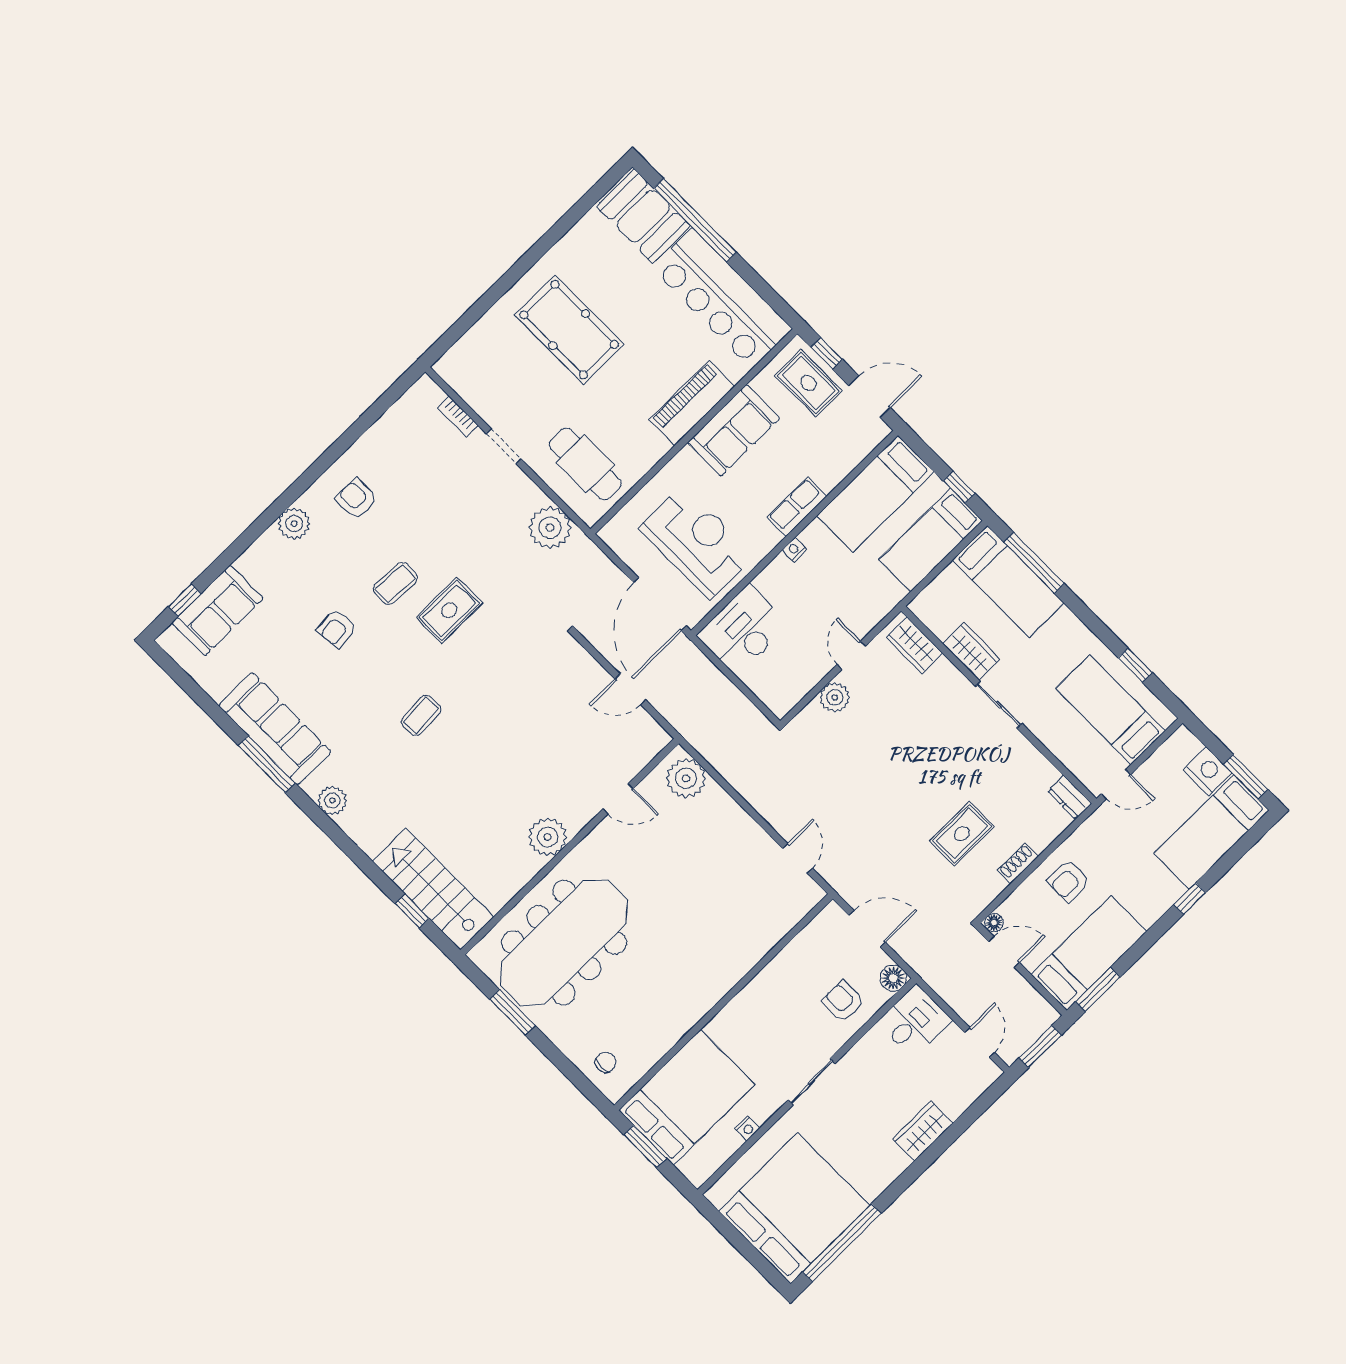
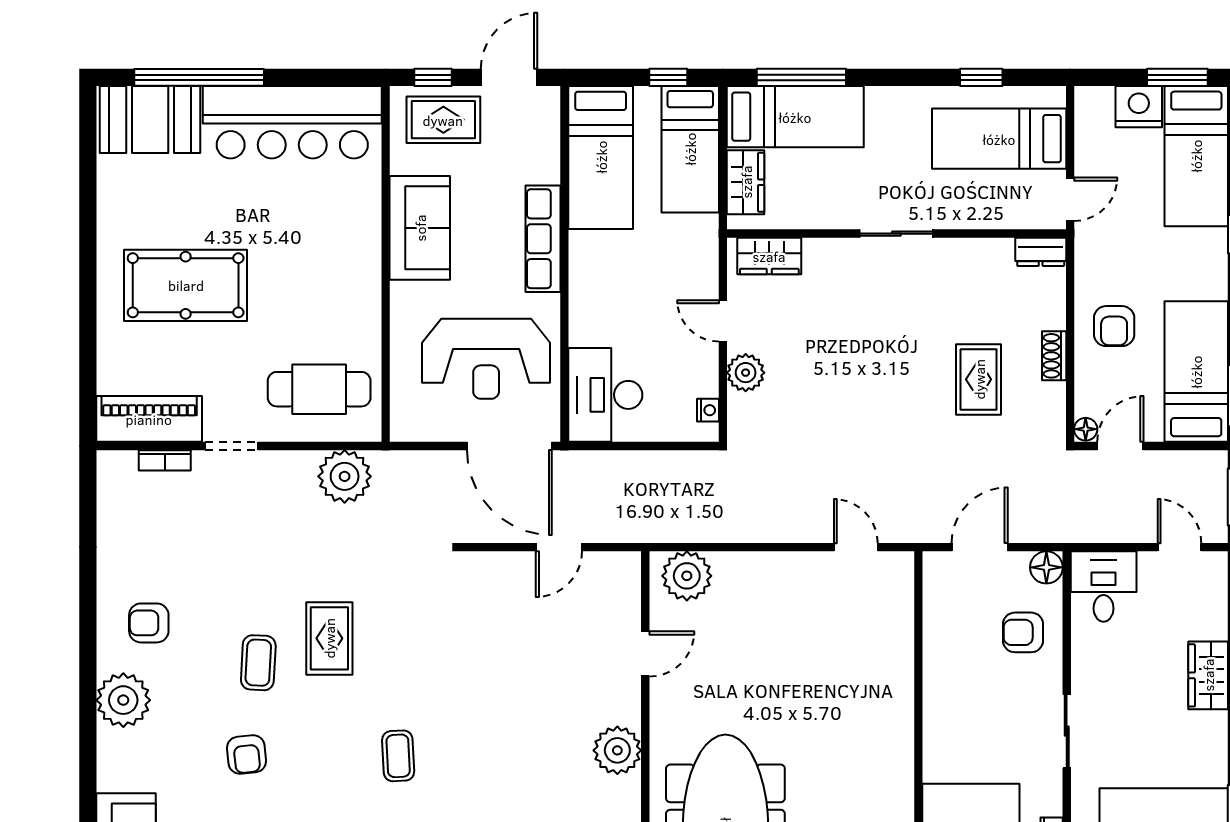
piano: (692, 403) -> (149, 419), moved, turned 90
row of seats: (797, 507) -> (543, 239), width x1.48
plant: (294, 524) -> (123, 700), width x1.36, depth x1.36
reception desk: (696, 542) -> (486, 359), turned 180
nightstand: (794, 550) -> (708, 410), moved, turned 180
wardrobe: (971, 651) -> (746, 182), moved, turned 90

